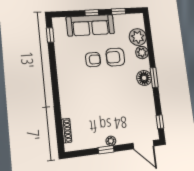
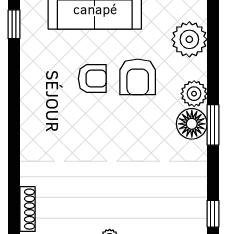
plant: (142, 53) -> (194, 94), moved
armchair: (115, 57) -> (138, 77), turned -90

